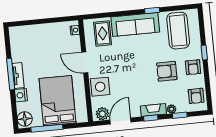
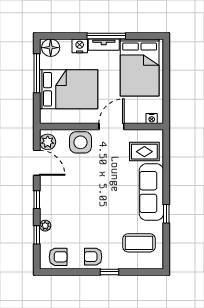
coffee table: (178, 31) -> (139, 243), width x0.73, depth x0.76
bed: (34, 44) -> (140, 67), added
armchair: (167, 71) -> (91, 224), removed
armchair: (196, 96) -> (58, 257), turned 180
fireplace: (153, 110) -> (46, 204), removed

